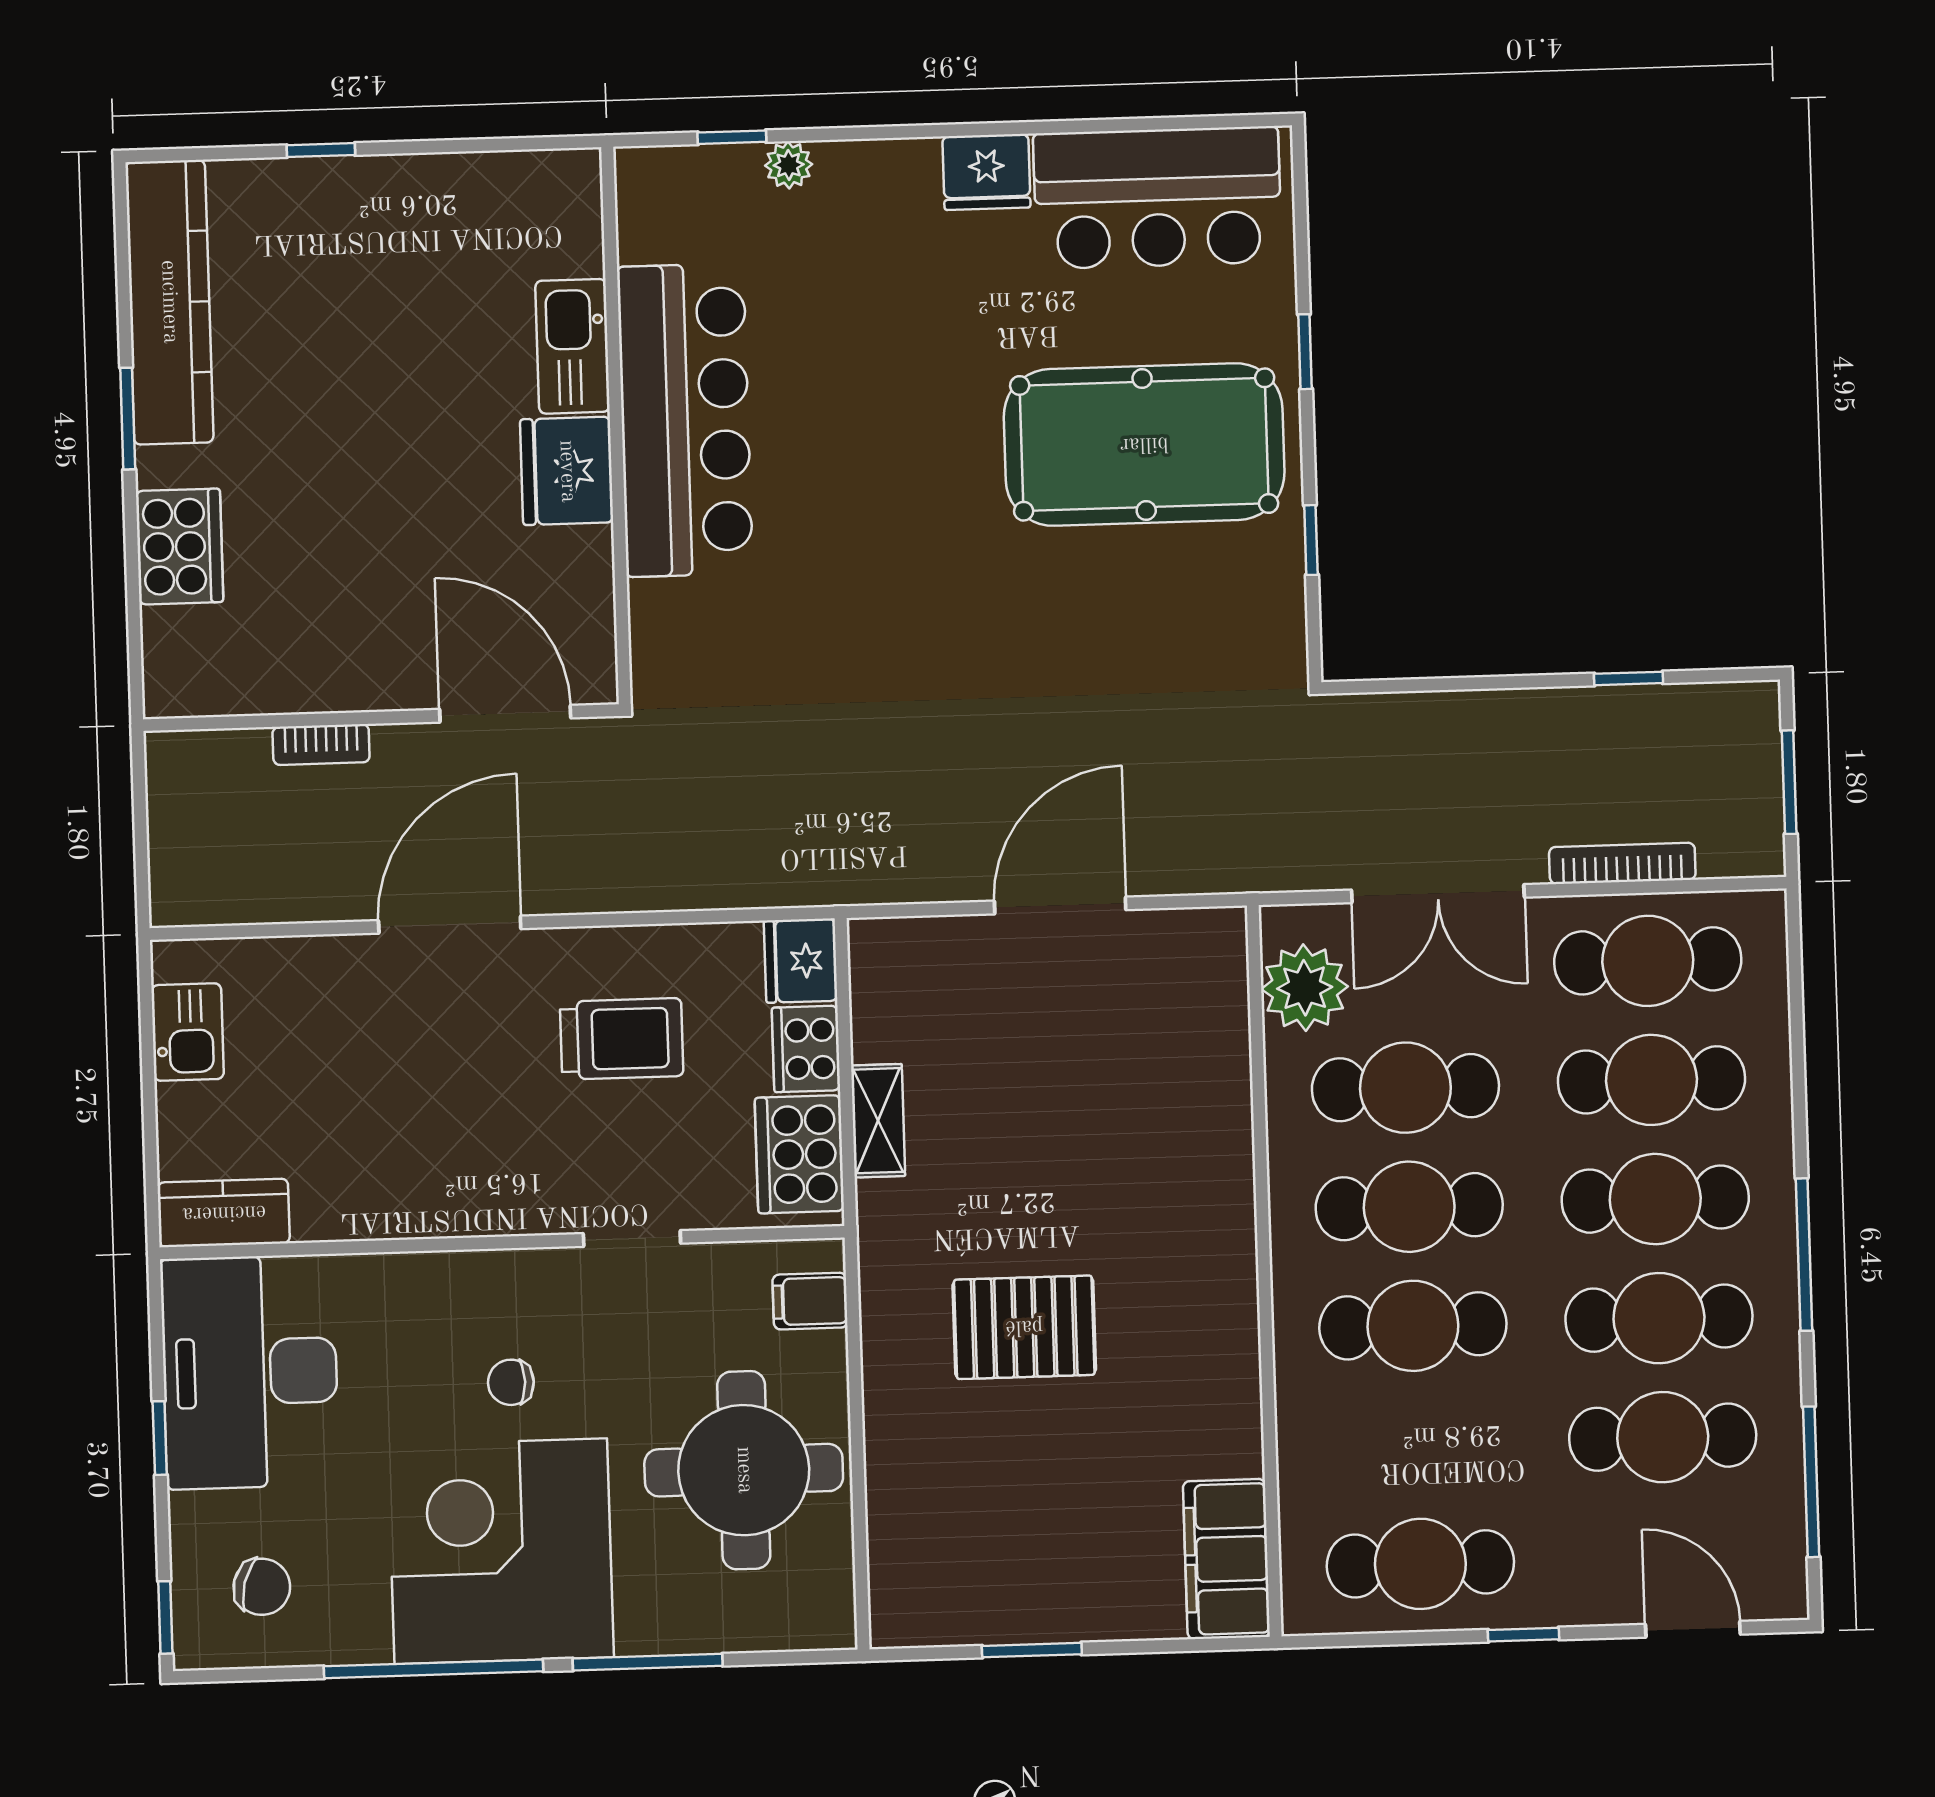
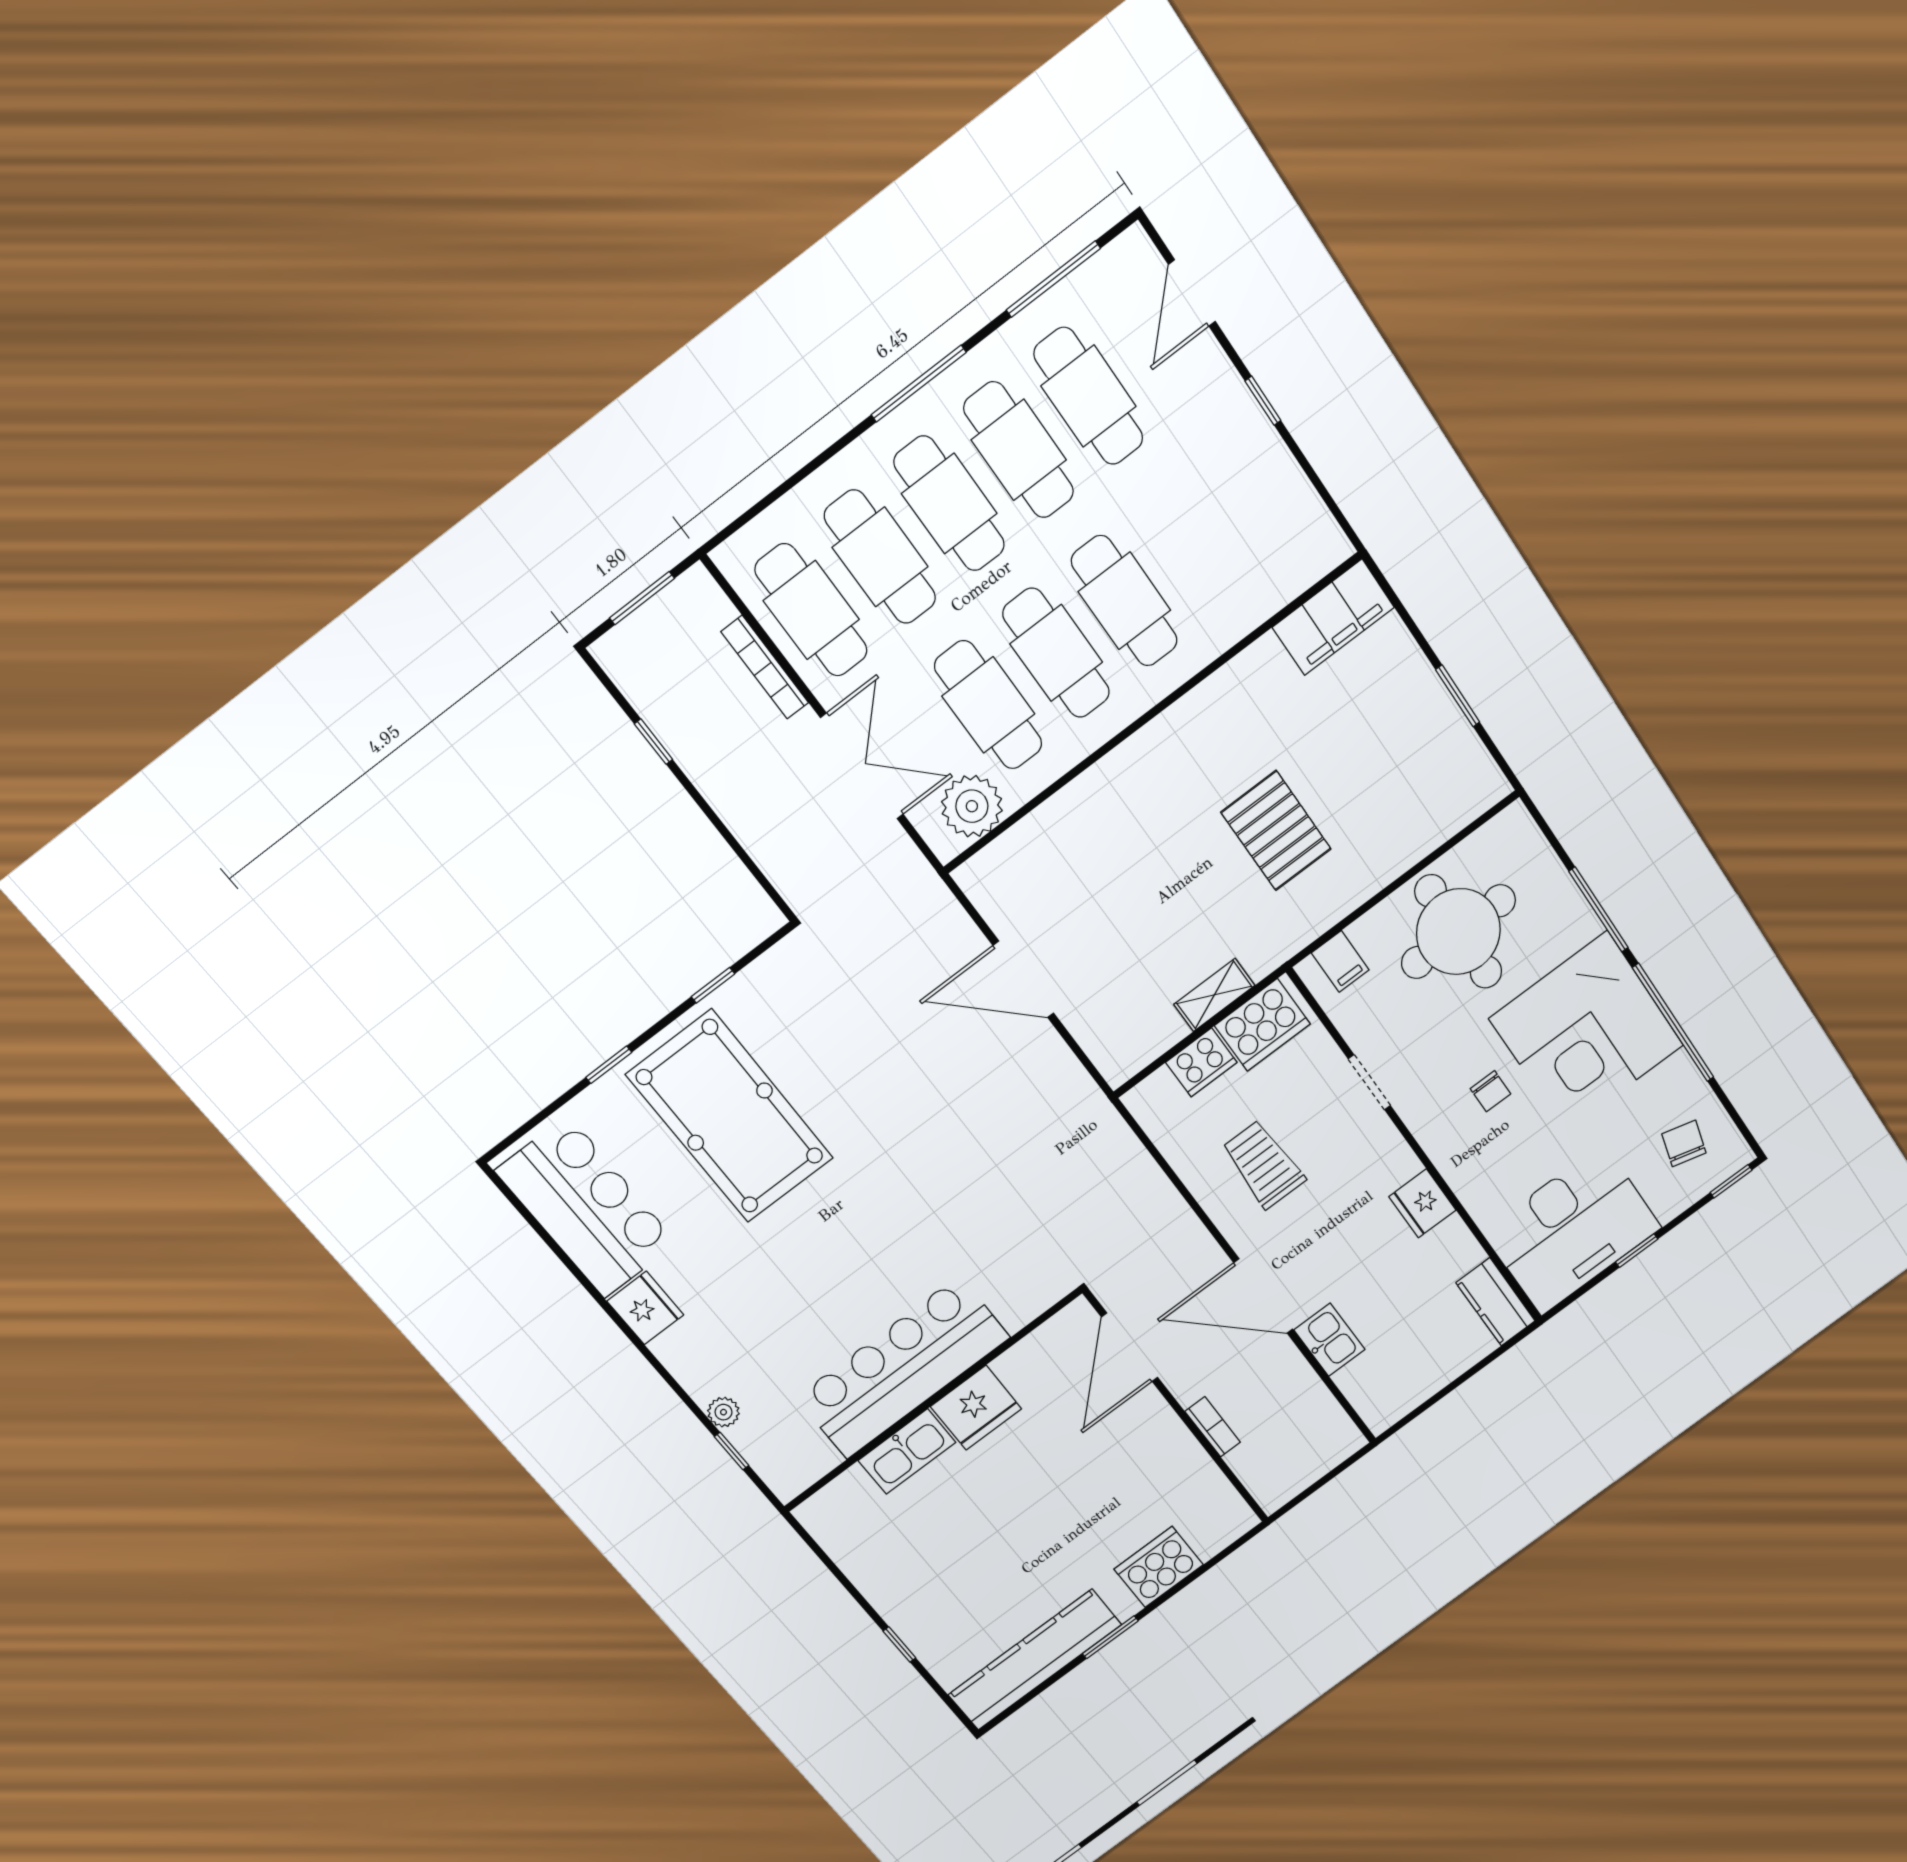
fridge: (801, 961) -> (1422, 1203), moved, turned 90
kitchen sink: (188, 1032) -> (1329, 1340), moved, turned 90
cafe table: (1420, 1564) -> (1262, 496), removed

